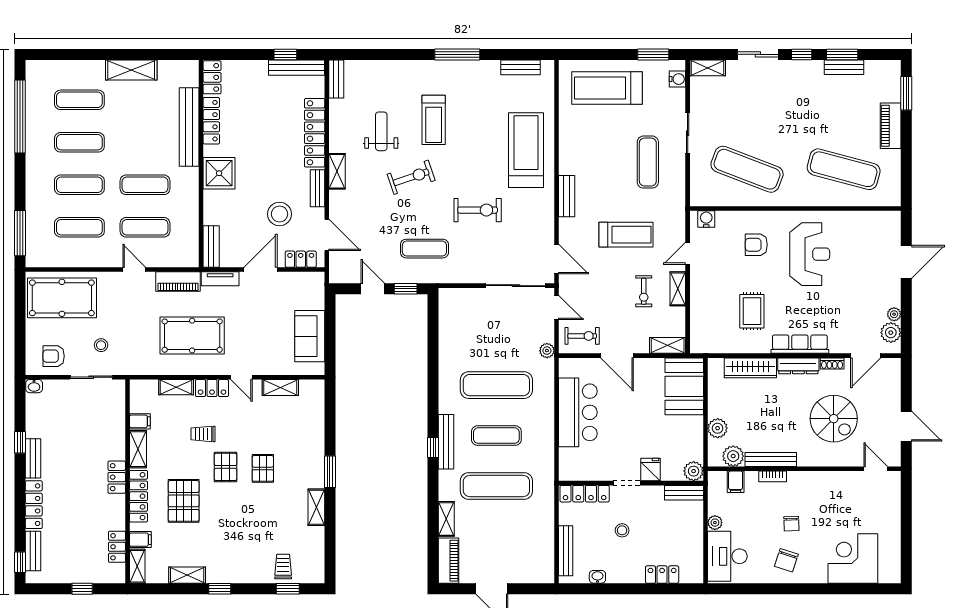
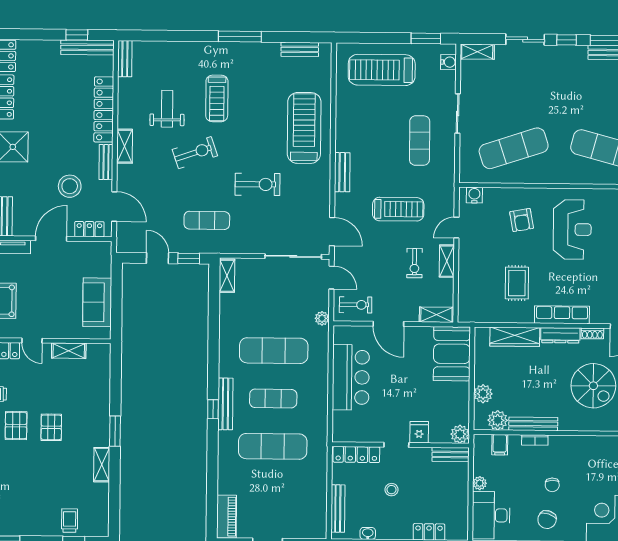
exercise mat: (747, 169) -> (514, 148), turned -39
armchair: (756, 245) -> (522, 220), turned -100
shelving: (446, 519) -> (227, 276), moved

